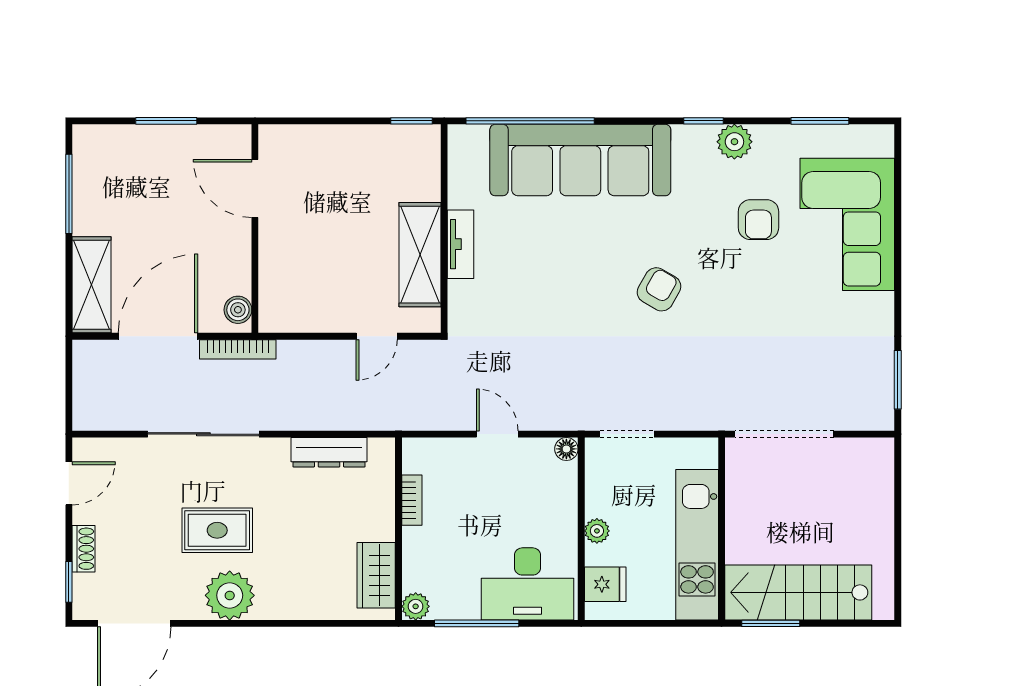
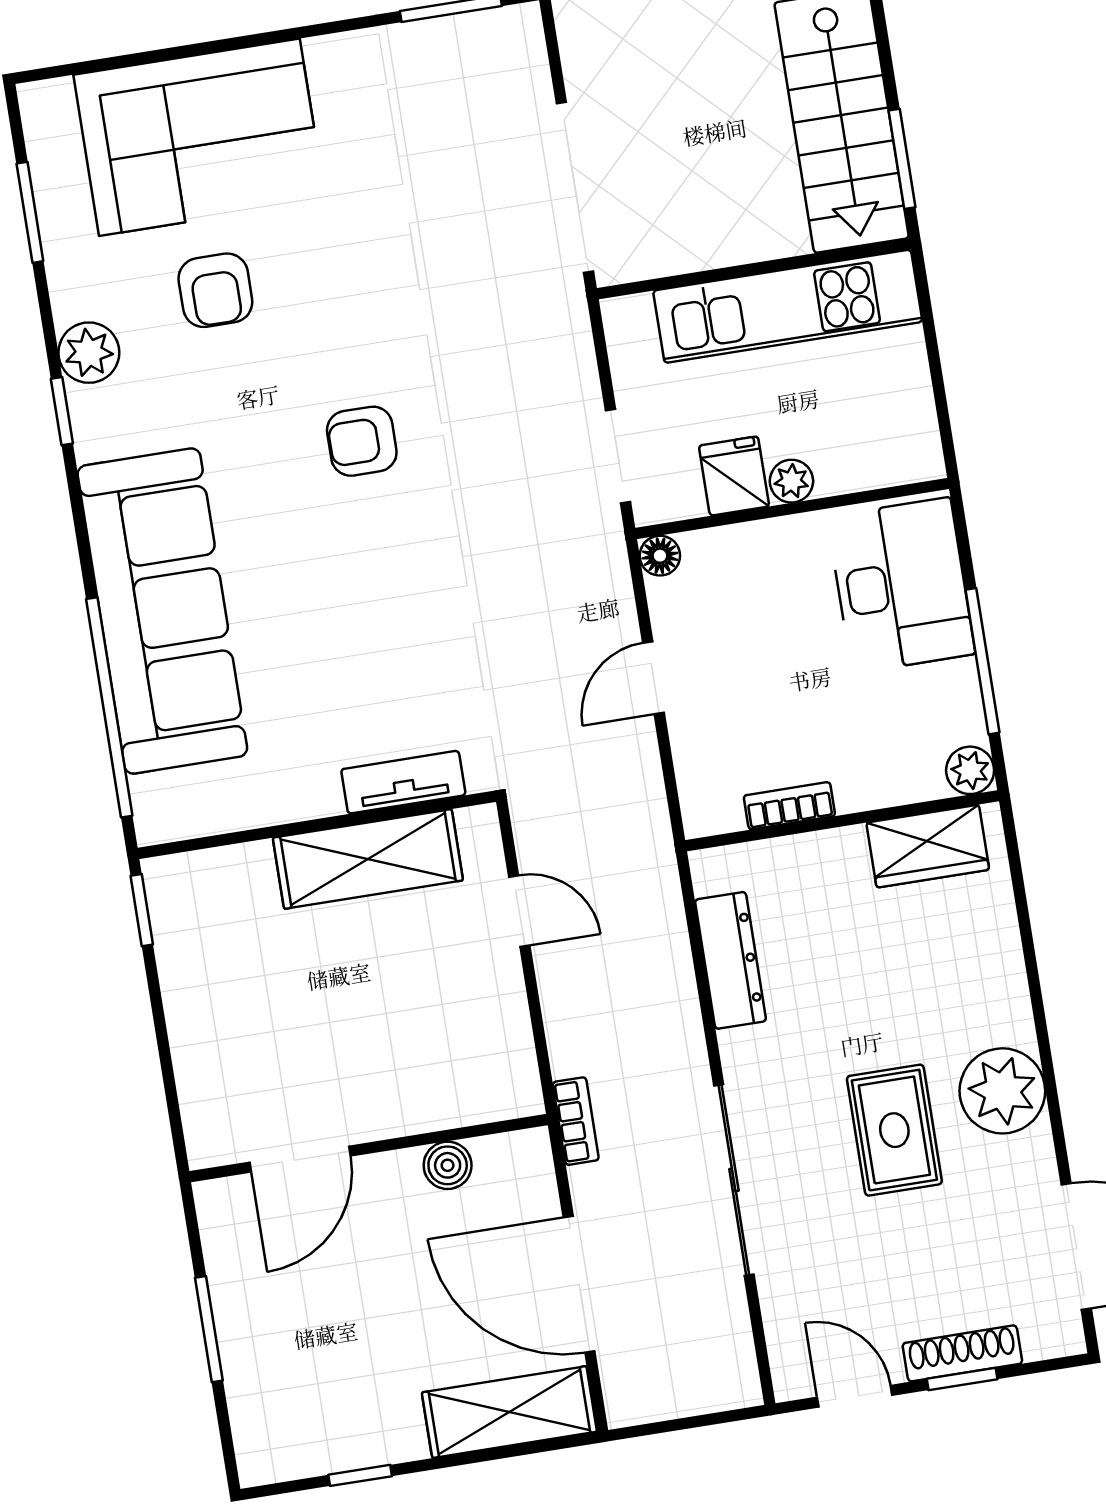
window: (69, 194) -> (360, 1475), width x0.46
armchair: (758, 220) -> (215, 290), turned 90
tv unit: (461, 244) -> (403, 782), moved
armchair: (659, 289) -> (362, 441), turned -30
boiler: (238, 310) -> (448, 1165), moved
bookcase: (238, 349) -> (576, 1121), width x0.64
shoe rack: (84, 549) -> (962, 1353), width x1.43
window: (69, 582) -> (962, 1379), moved
fridge: (605, 584) -> (734, 476), moved

